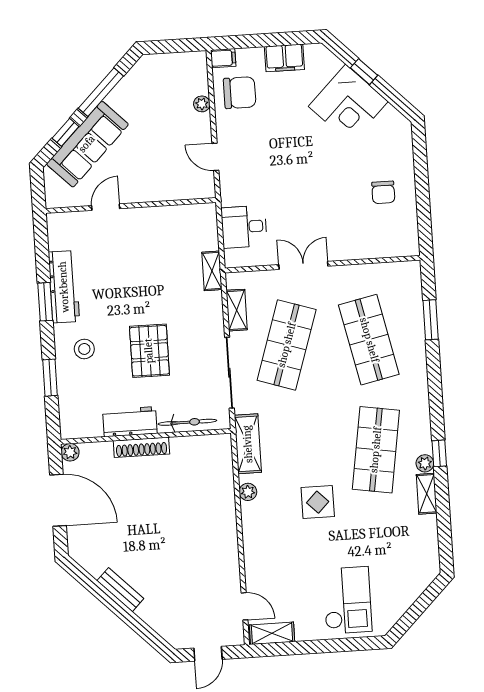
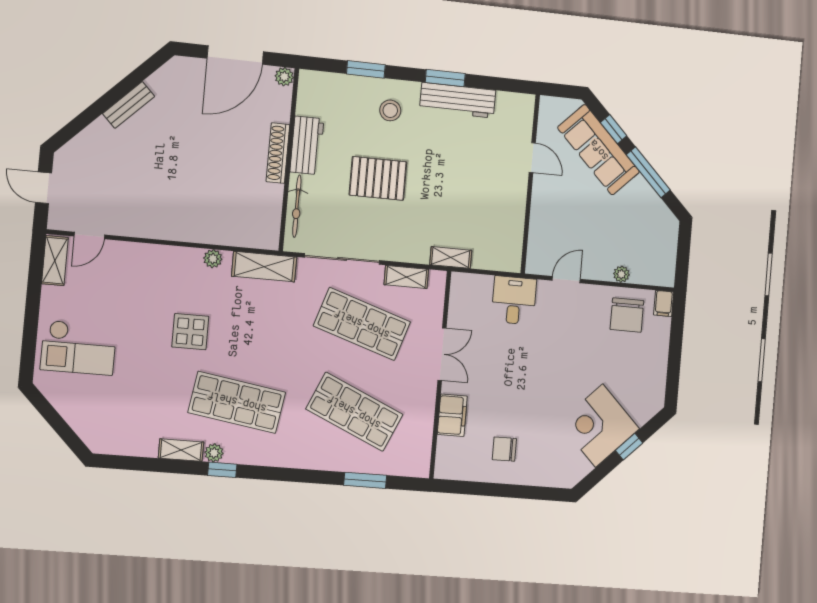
filing cabinet: (284, 58) -> (452, 415), moved, turned 180
desk: (244, 227) -> (514, 300), moved
shop shelf: (369, 340) -> (354, 412), turned 36

